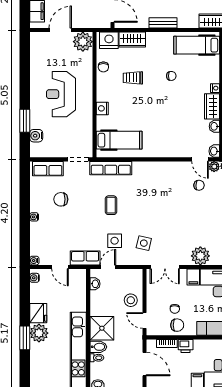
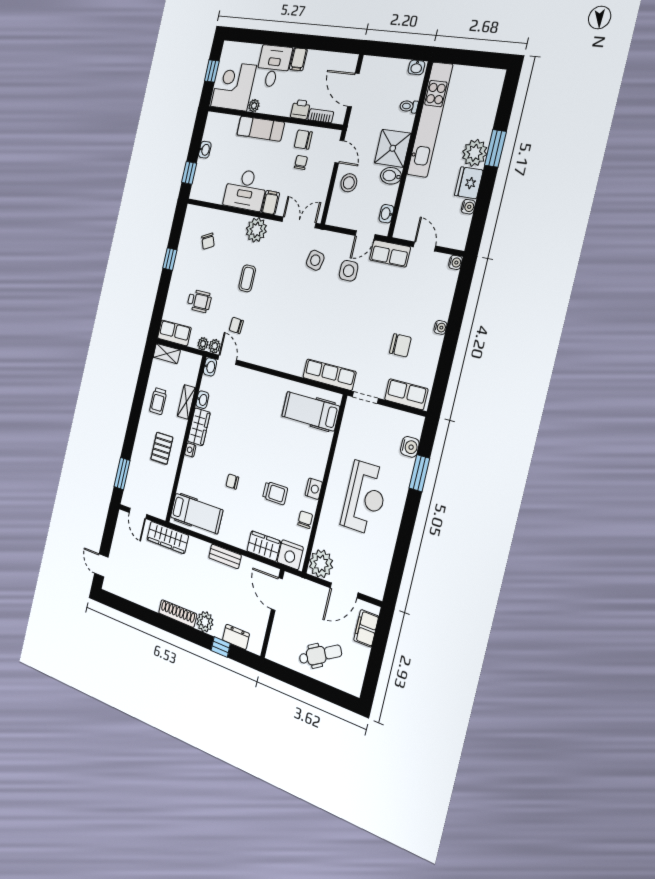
nightstand: (102, 108) -> (314, 489), moved
coffee table: (111, 205) -> (247, 278), moved
water cooler: (34, 278) -> (468, 207), moved
bidet: (98, 347) -> (391, 176), moved

